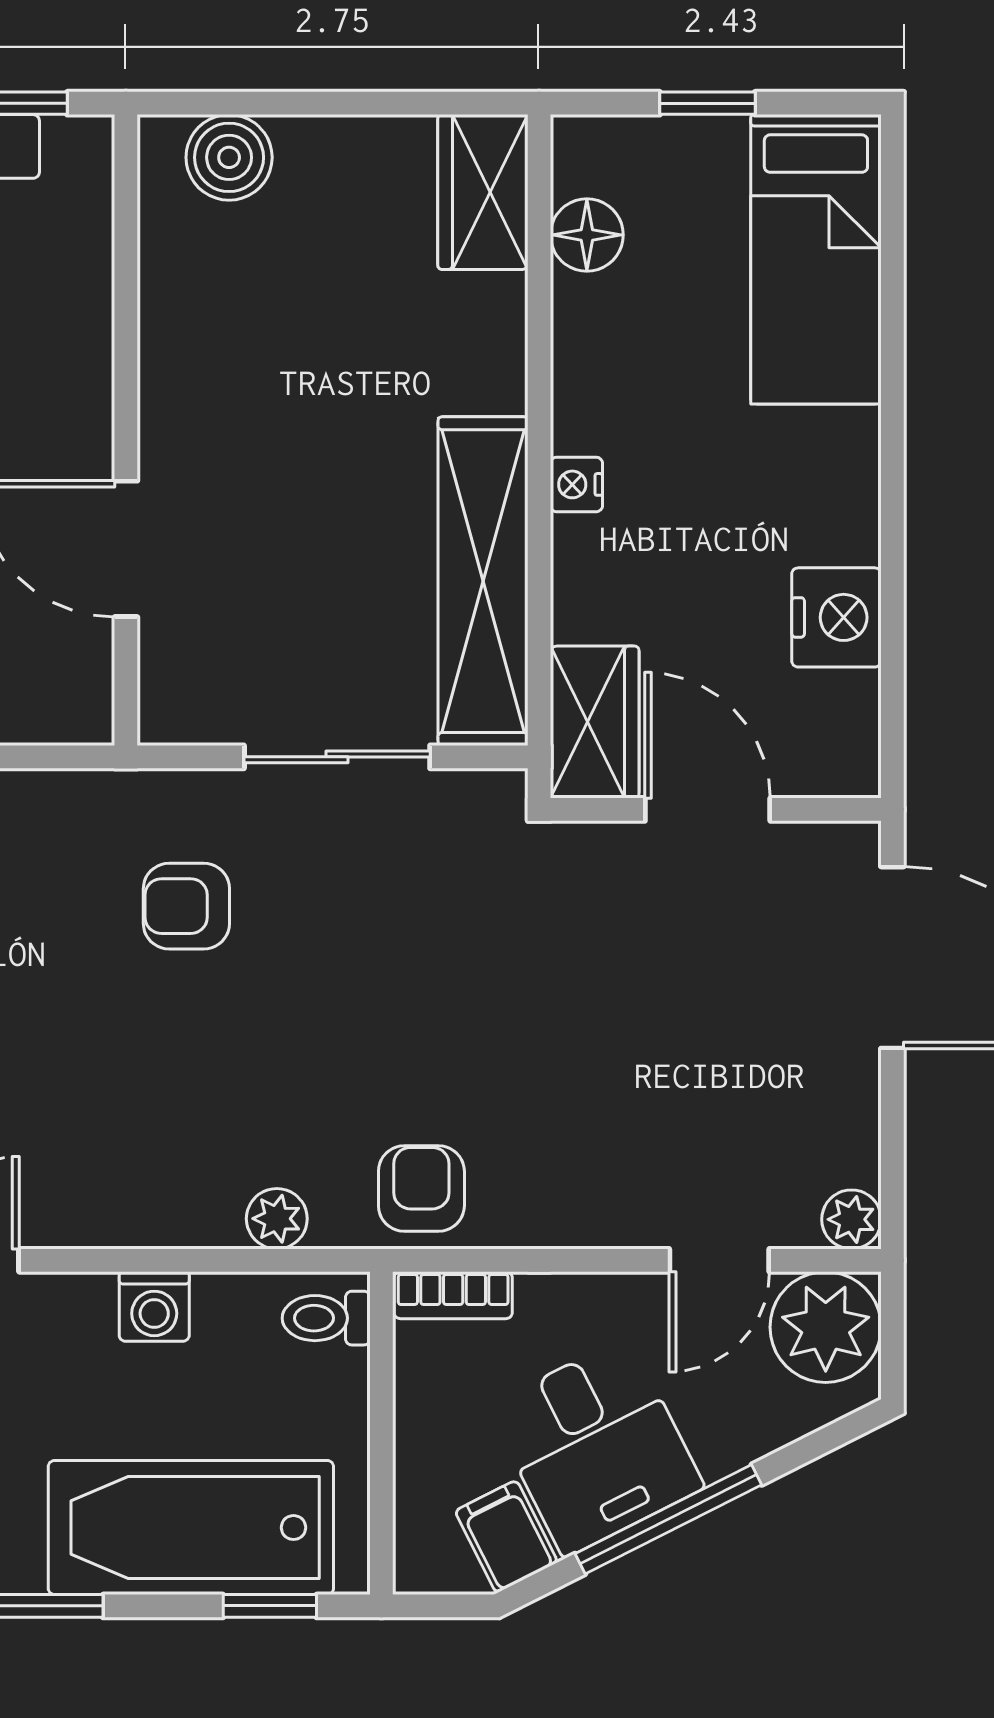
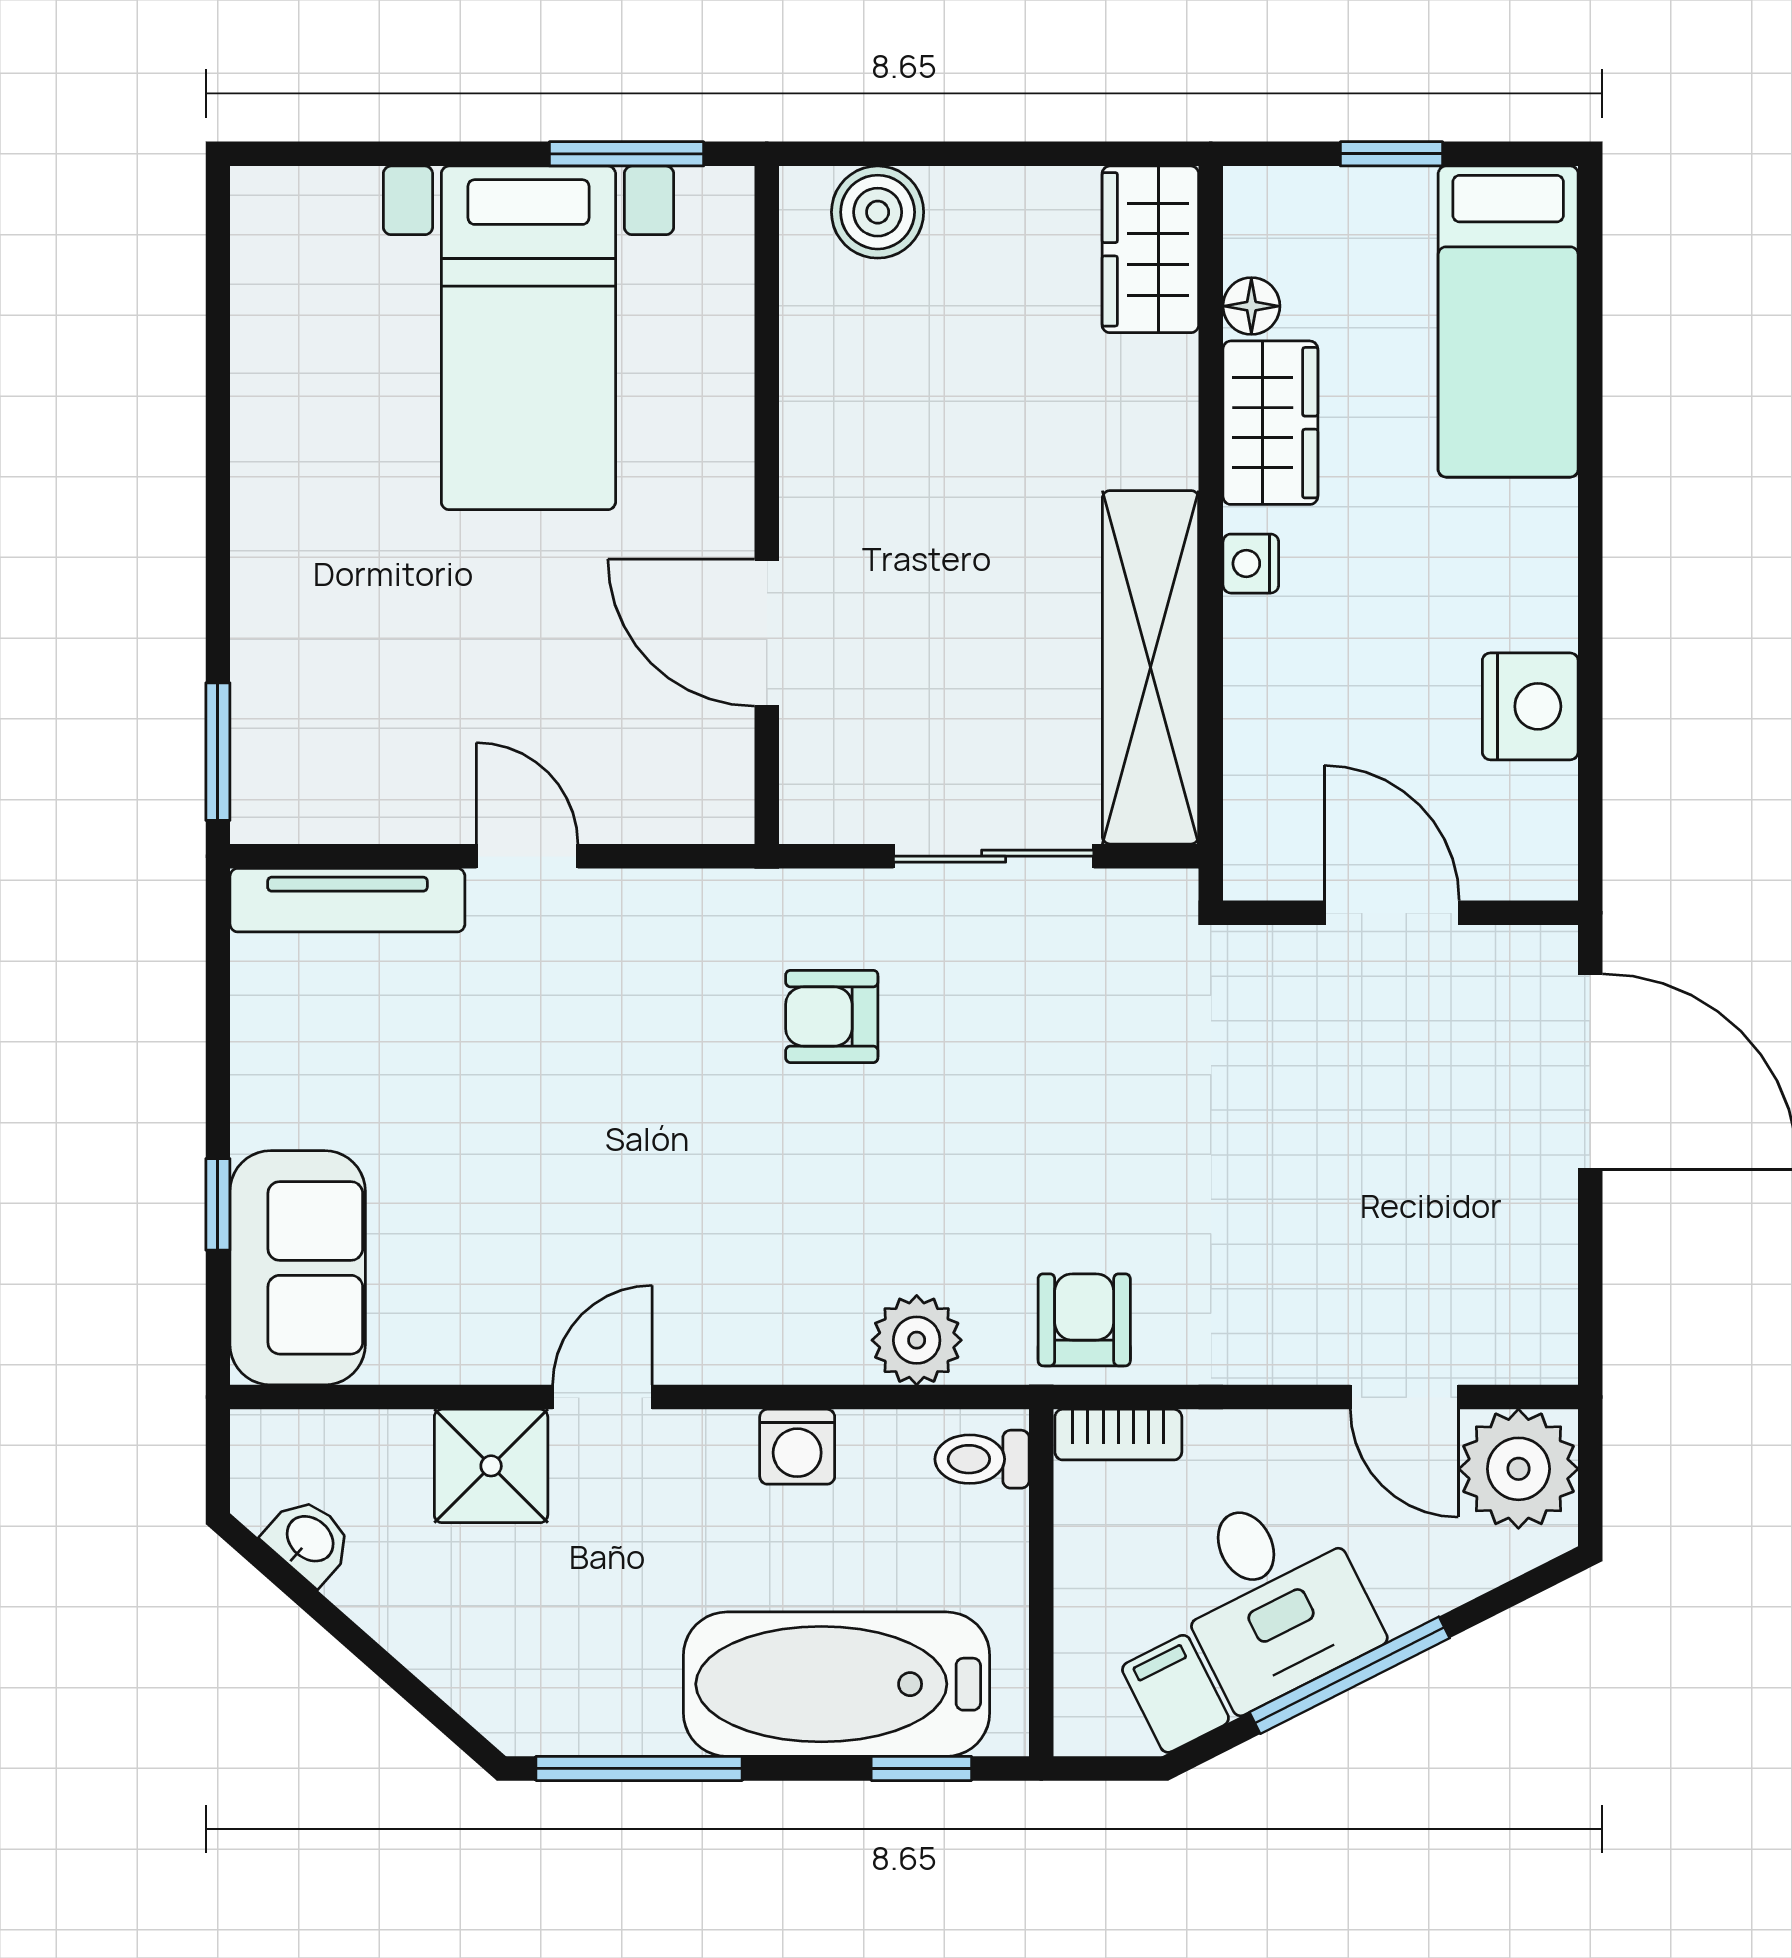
floor lamp: (587, 235) -> (1251, 306), width x0.73, depth x0.73
wardrobe: (595, 722) -> (1270, 423), moved
plant: (277, 1219) -> (917, 1340), width x1.38, depth x1.38
plant: (851, 1219) -> (1546, 1353), removed
door: (719, 1260) -> (1404, 1397), hinge flipped

